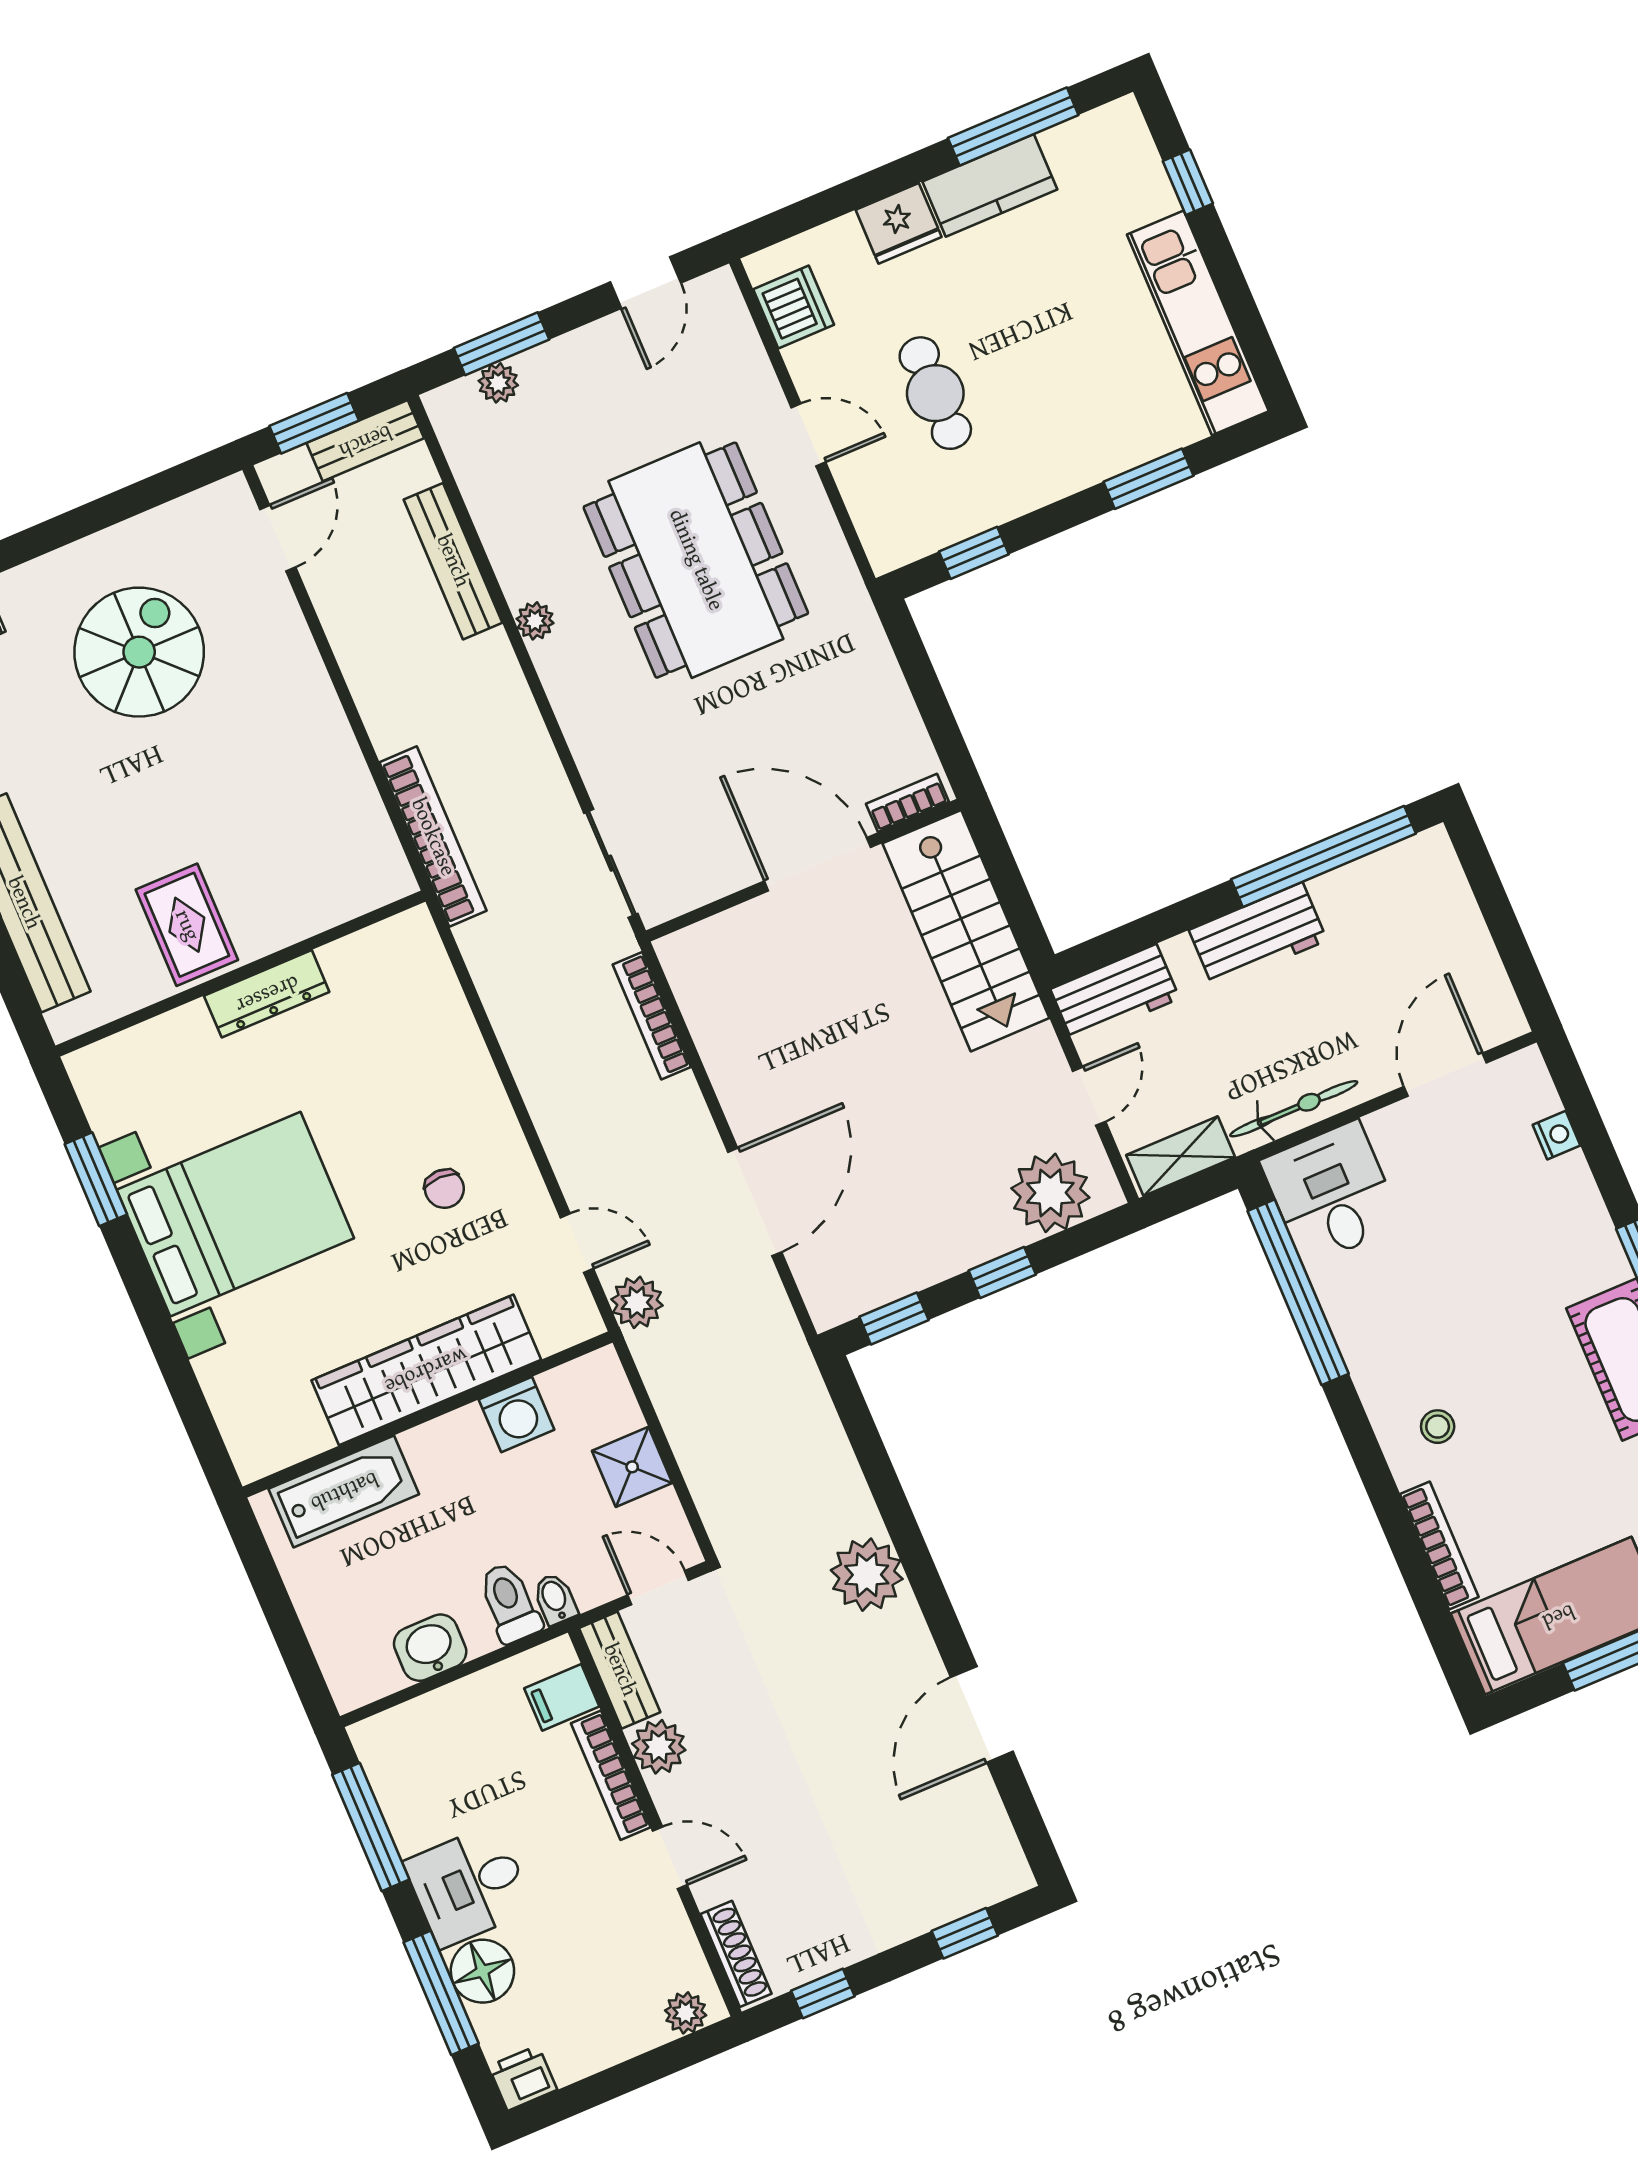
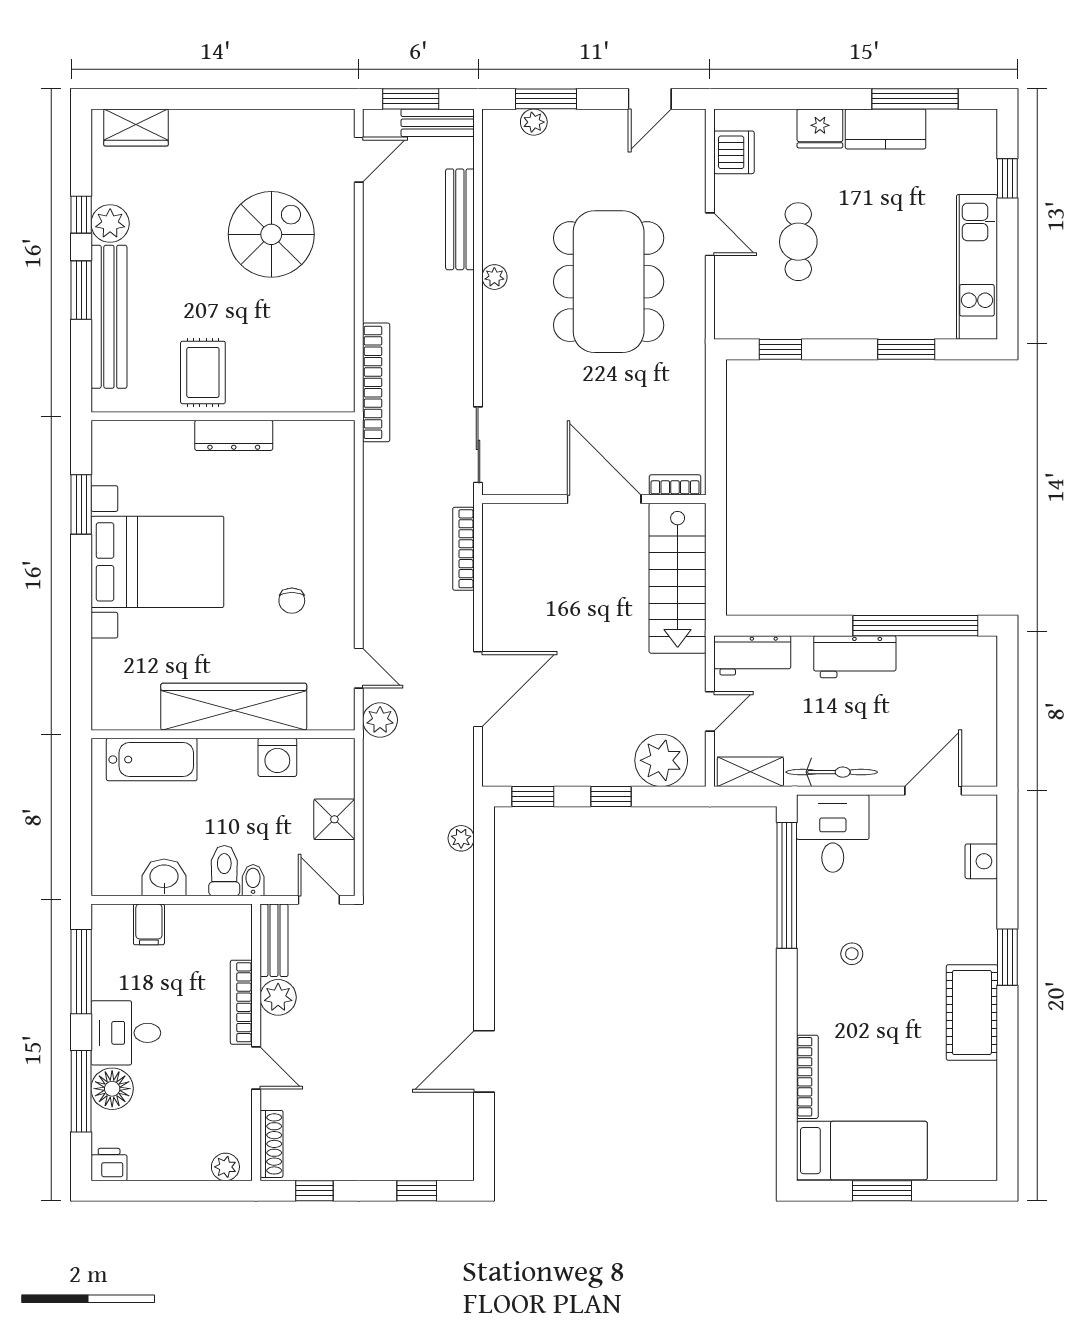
spiral stairs: (139, 652) -> (271, 234), moved
nightstand: (1557, 1135) -> (981, 861), width x1.39, depth x1.35
stool: (1438, 1427) -> (852, 954), moved
plant: (867, 1575) -> (461, 838), moved, width x0.53, depth x0.53
filing cabinet: (562, 1697) -> (149, 924), moved, turned -90

